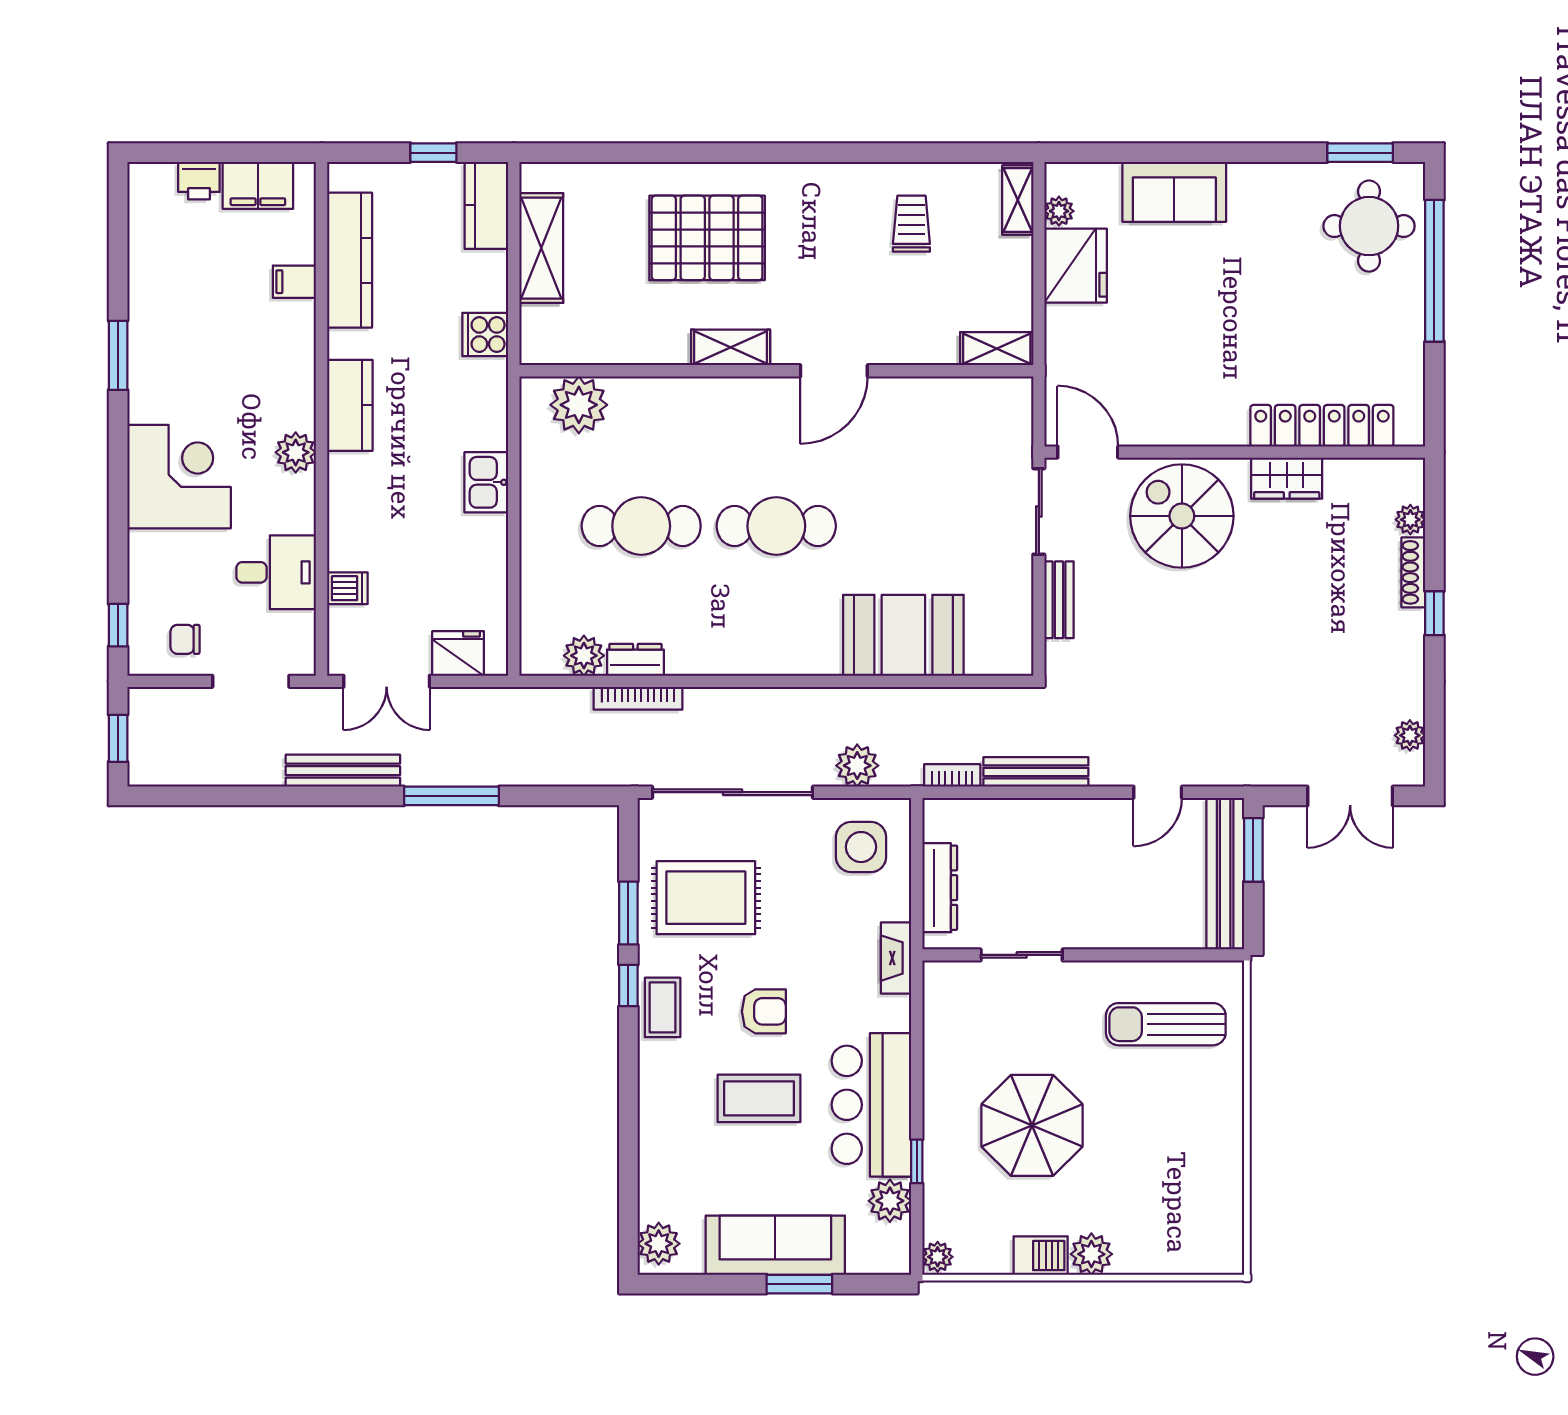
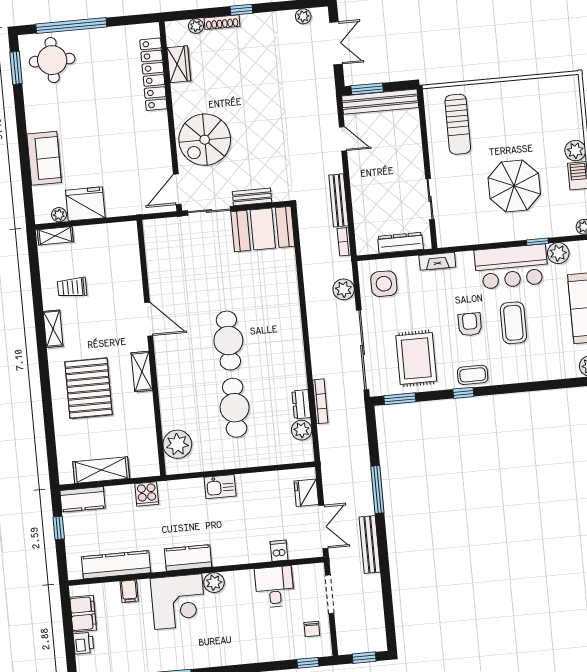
shelving: (997, 349) -> (53, 329), moved
corner desk: (179, 477) -> (178, 602), moved, turned 180
wardrobe: (1287, 478) -> (179, 64), moved
booth: (903, 635) -> (263, 229), moved, turned 90
window: (628, 913) -> (400, 399), moved

